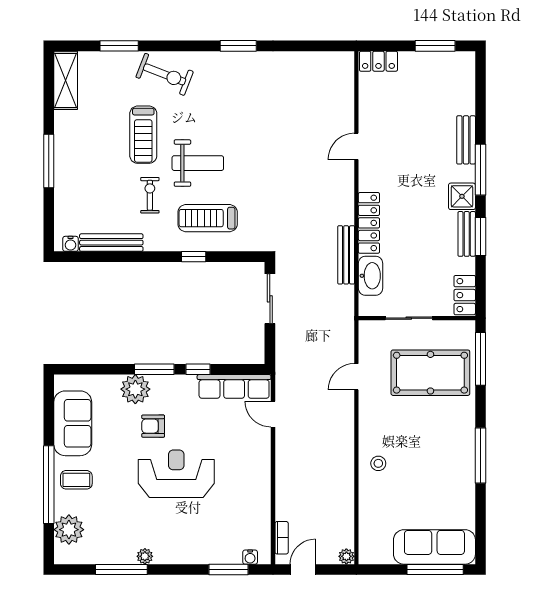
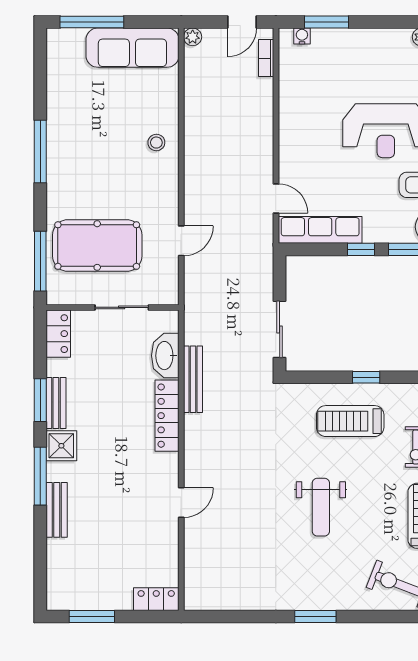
weight bench: (198, 163) -> (321, 507), moved, turned -90
treadmill: (208, 218) -> (350, 421), turned 180
sofa: (434, 547) -> (132, 48), moved

